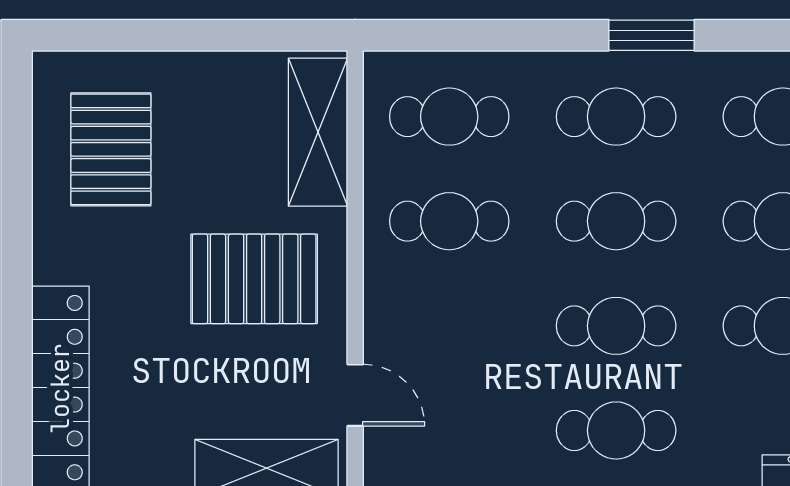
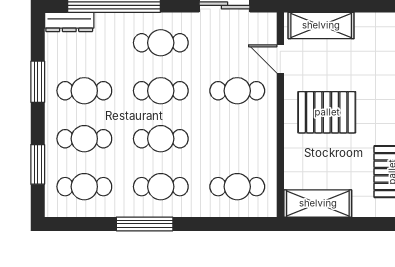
window: (652, 35) -> (145, 224), width x1.44
shelving: (318, 132) -> (318, 203), moved, turned 90
cafe table: (449, 221) -> (237, 91), moved

